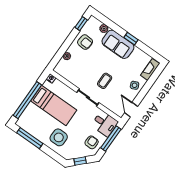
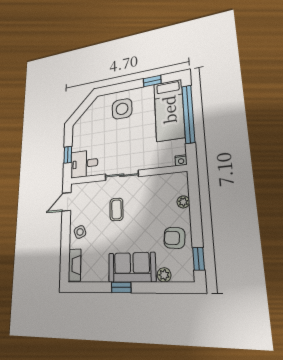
bed: (54, 105) -> (169, 110), moved, turned -90
door: (131, 110) -> (66, 202), swing flipped
window: (30, 138) -> (152, 81), width x0.46
window: (111, 139) -> (68, 155), width x0.46
armchair: (92, 142) -> (85, 134), removed
window: (80, 161) -> (83, 107), removed

